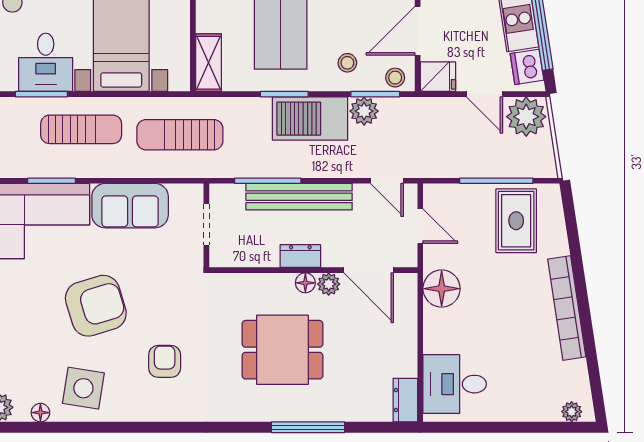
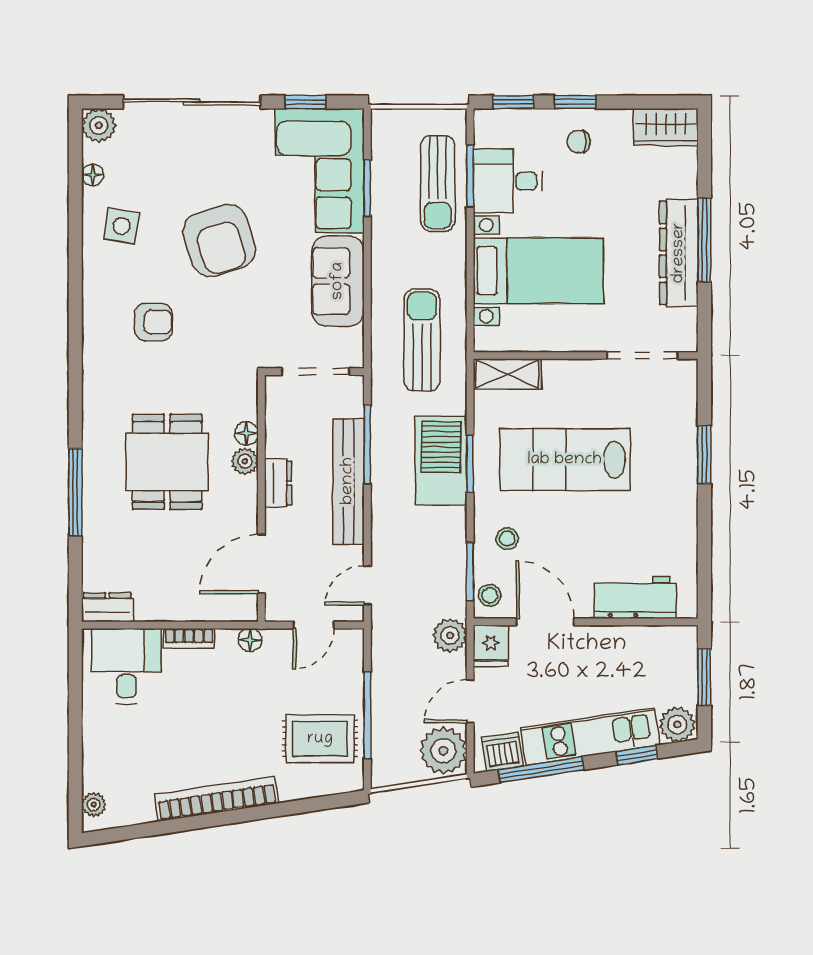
plant: (364, 111) -> (450, 635), moved
barbecue: (310, 119) -> (441, 460), moved
sun lounger: (81, 129) -> (438, 183), moved
doorway: (206, 225) -> (316, 372), width x1.38
floor lamp: (305, 283) -> (246, 433), moved
plant: (329, 284) -> (245, 461), moved
floor lamp: (442, 289) -> (250, 640), width x0.53, depth x0.53
bookcase: (432, 331) -> (189, 638), added
side table: (83, 388) -> (121, 226), width x0.73, depth x0.73

